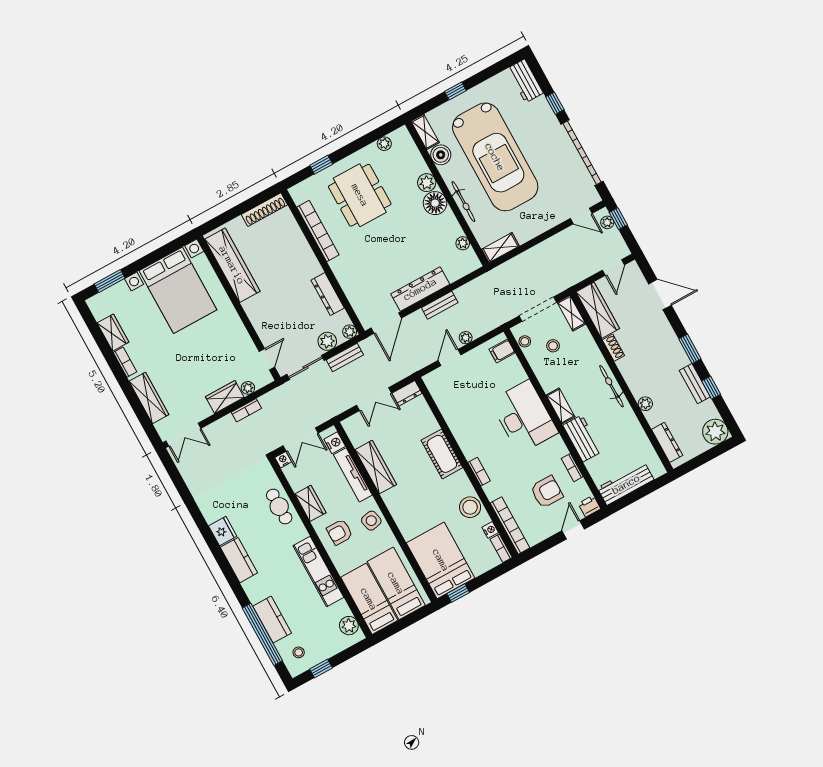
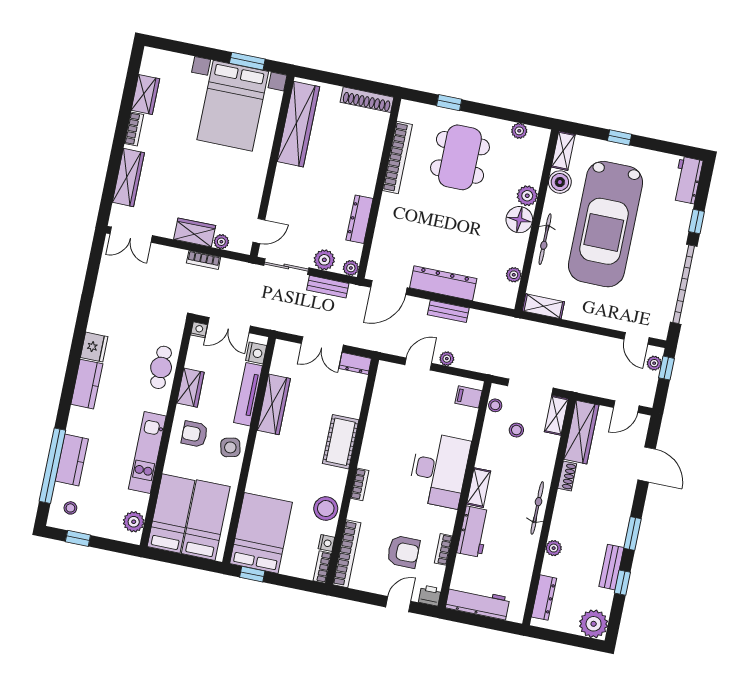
window: (110, 281) -> (247, 61), moved

